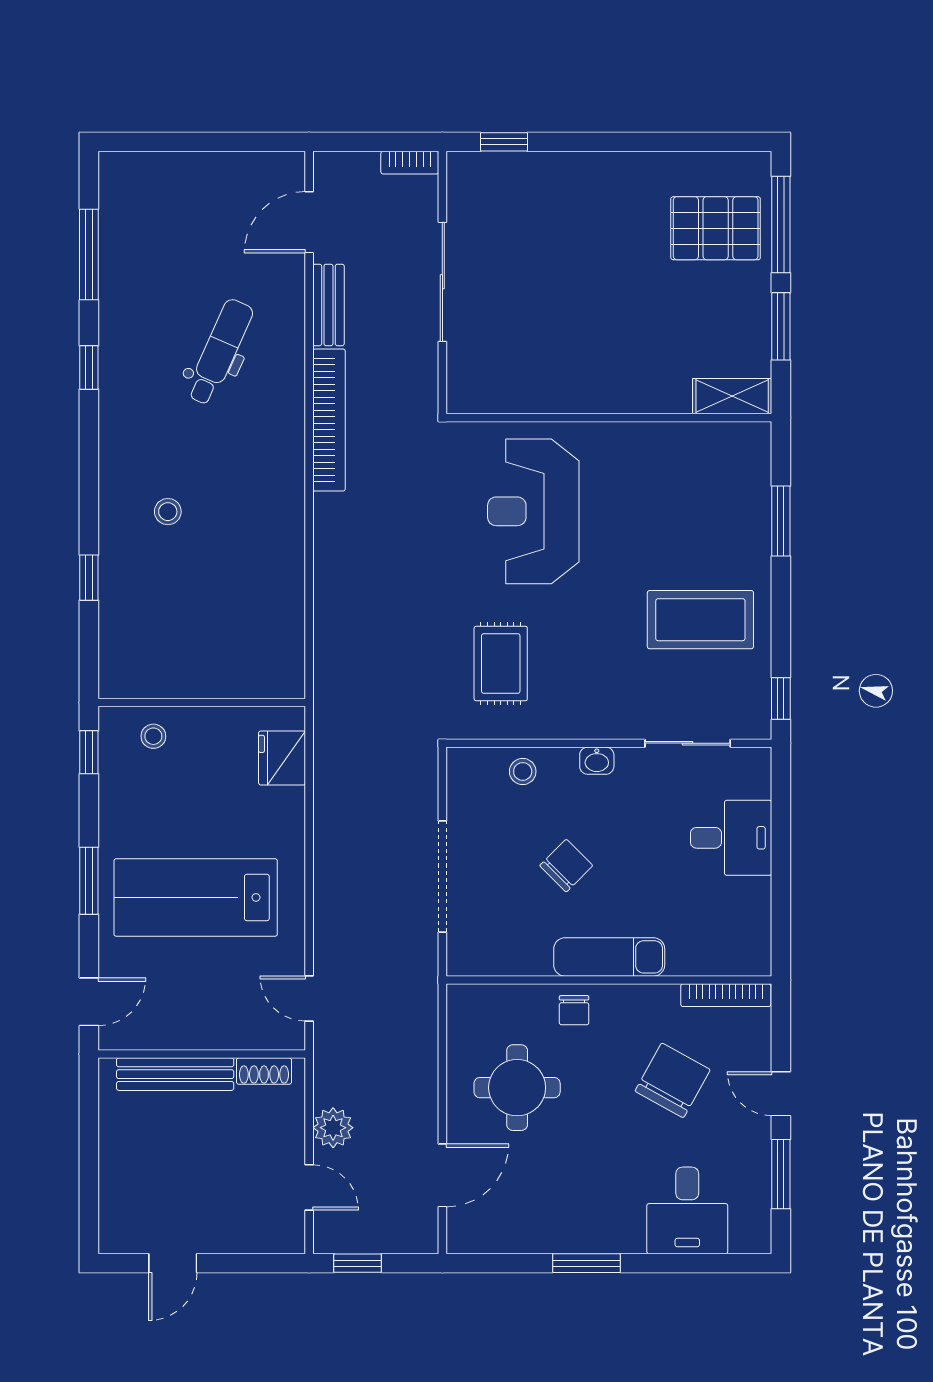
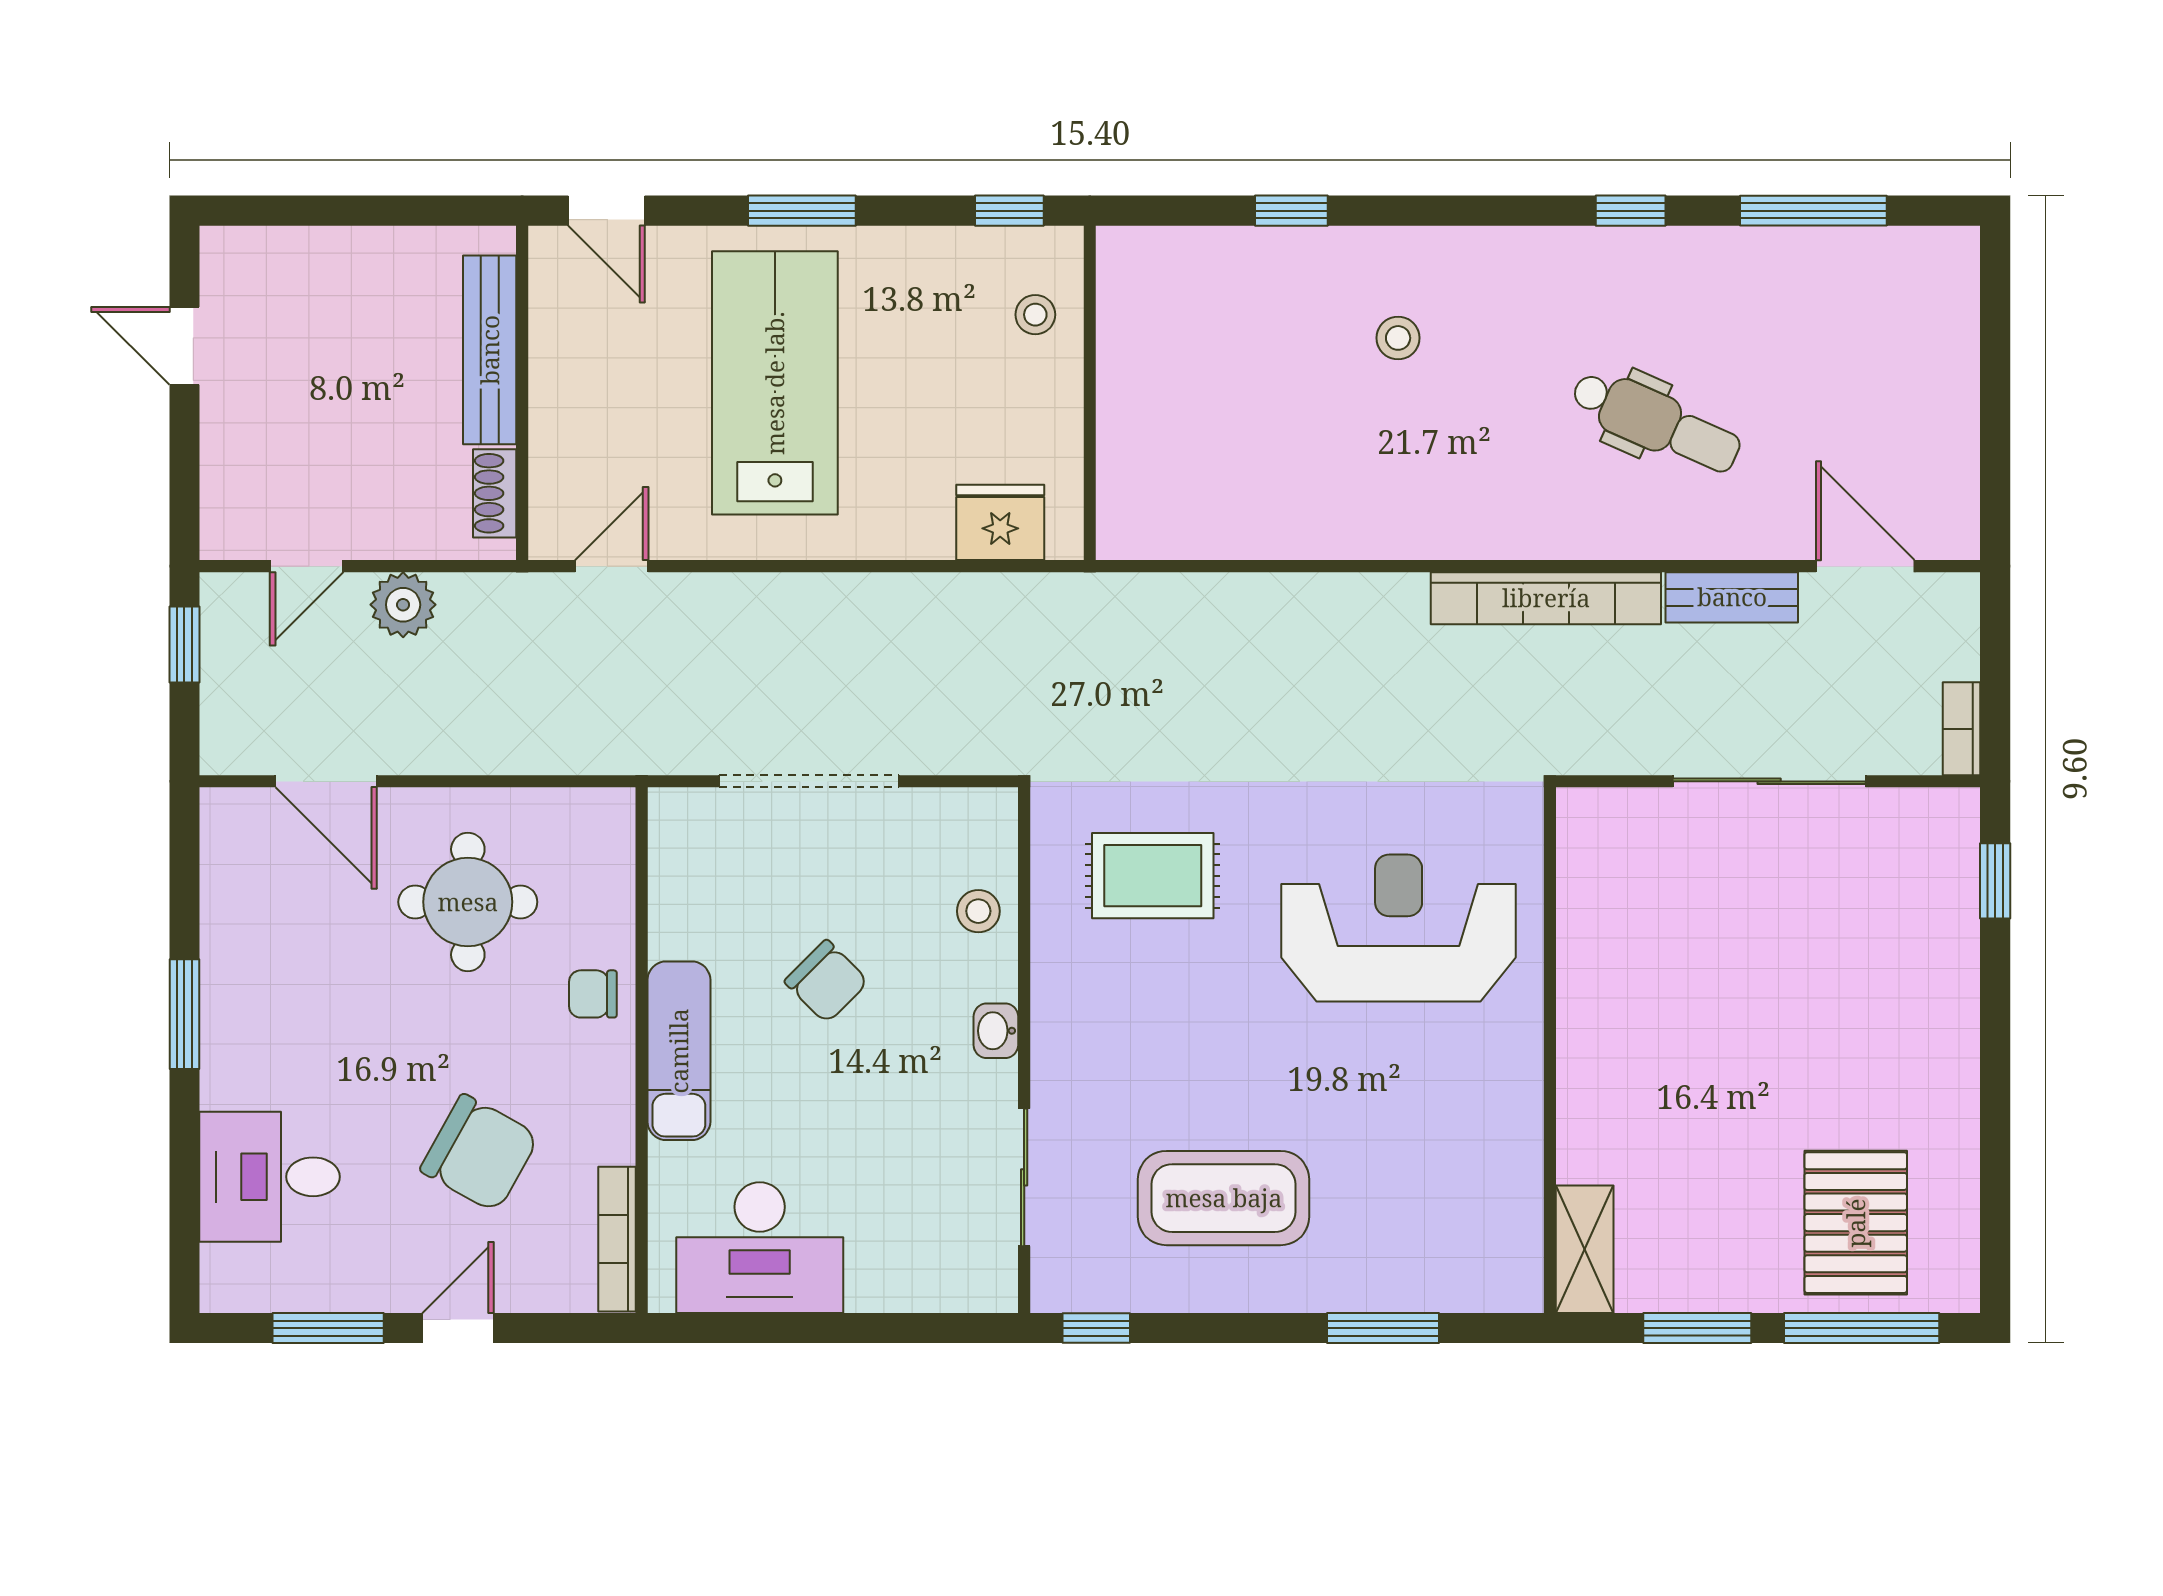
coffee table: (700, 620) -> (1224, 1198), turned 90
desk: (731, 838) -> (760, 1248), moved, width x1.37

